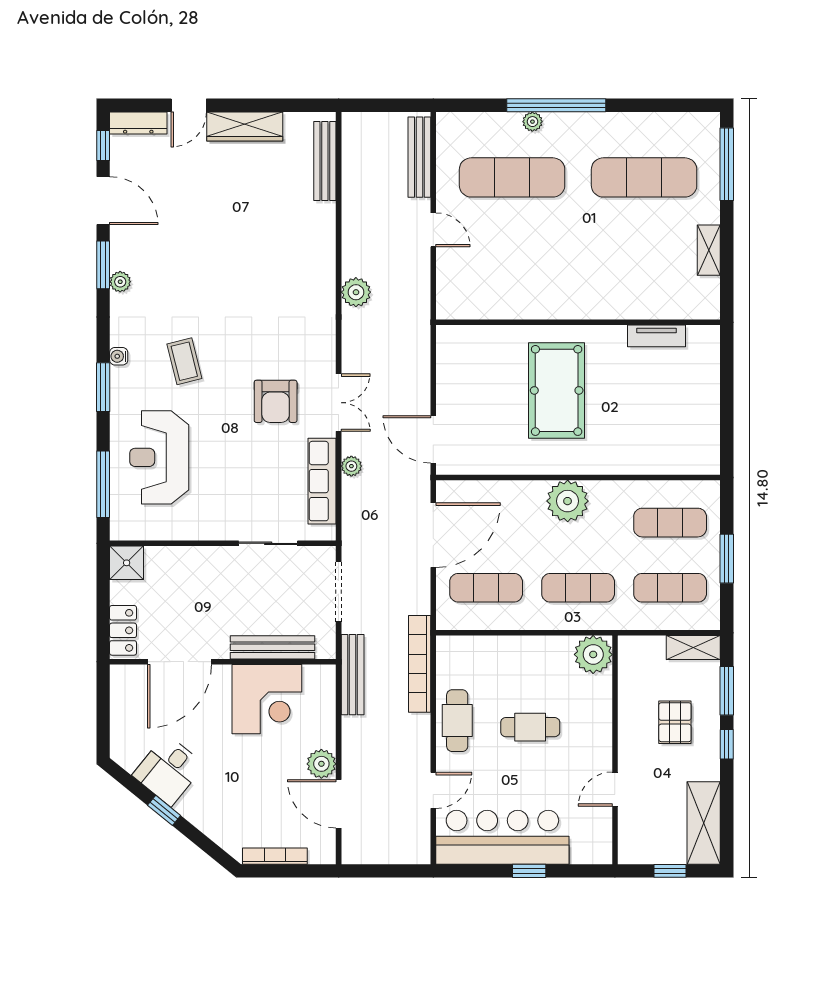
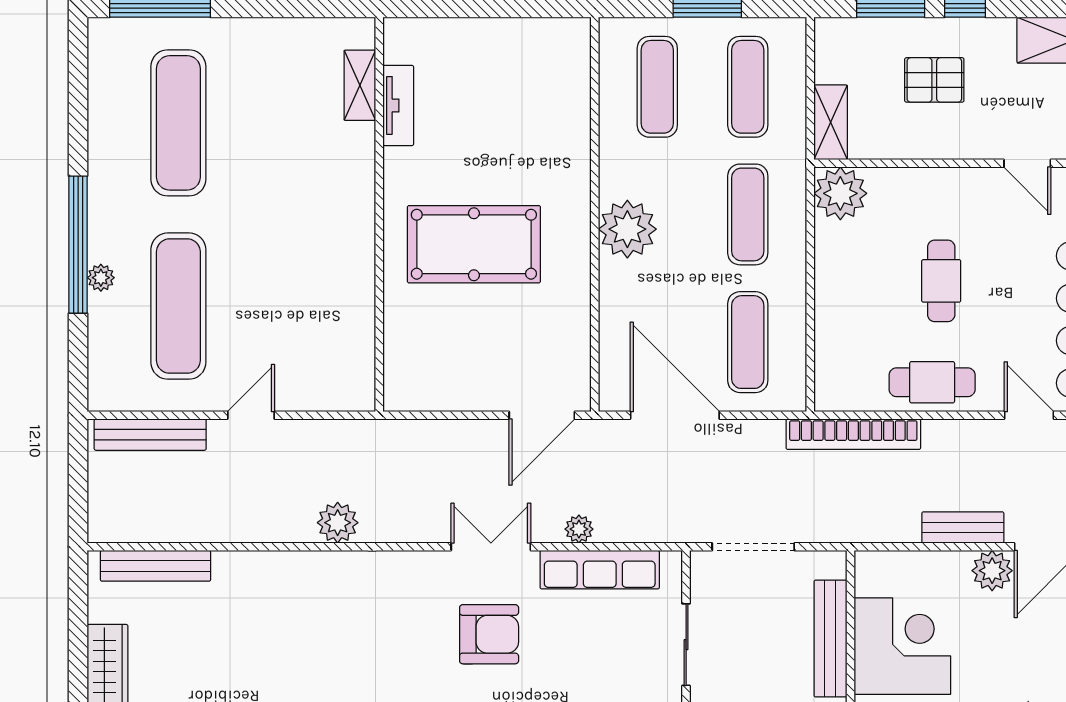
shelving: (709, 250) -> (360, 85), moved, turned 90
shelving: (693, 648) -> (831, 122), moved
bench: (353, 675) -> (963, 527), moved, width x0.73

